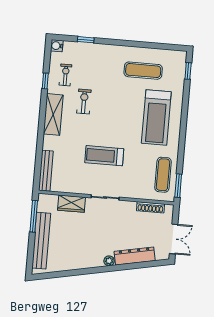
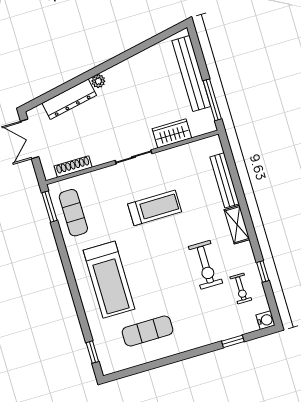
exercise bike: (84, 101) -> (205, 265), width x1.38, depth x1.39
shelving: (53, 114) -> (237, 225), width x0.67, depth x0.75
treadmill: (156, 118) -> (109, 280), turned 180
bench: (46, 171) -> (225, 180), moved

